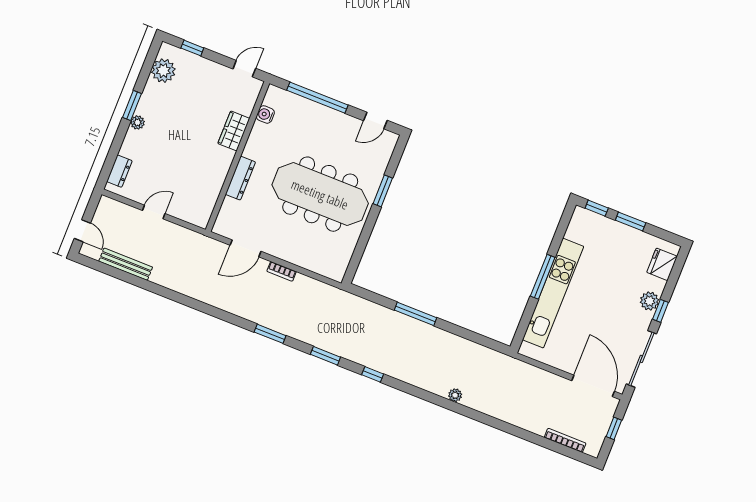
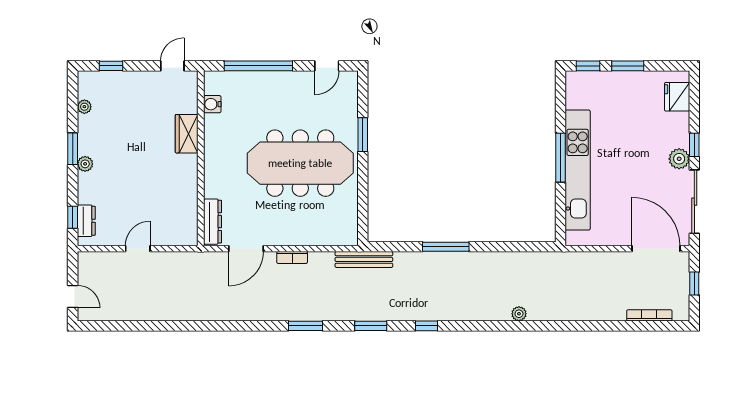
plant: (163, 71) -> (84, 107), width x0.53, depth x0.53
window: (109, 164) -> (73, 217), added
dresser: (240, 178) -> (212, 222), moved
bench: (126, 264) -> (364, 259), moved
plant: (649, 301) -> (679, 159), moved

